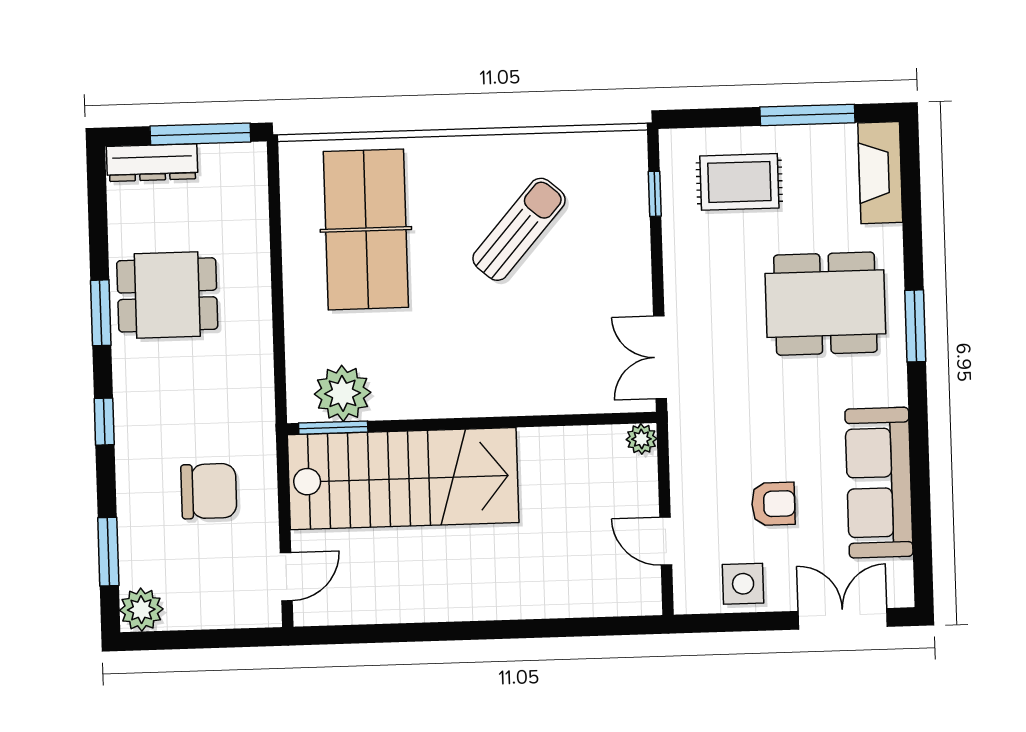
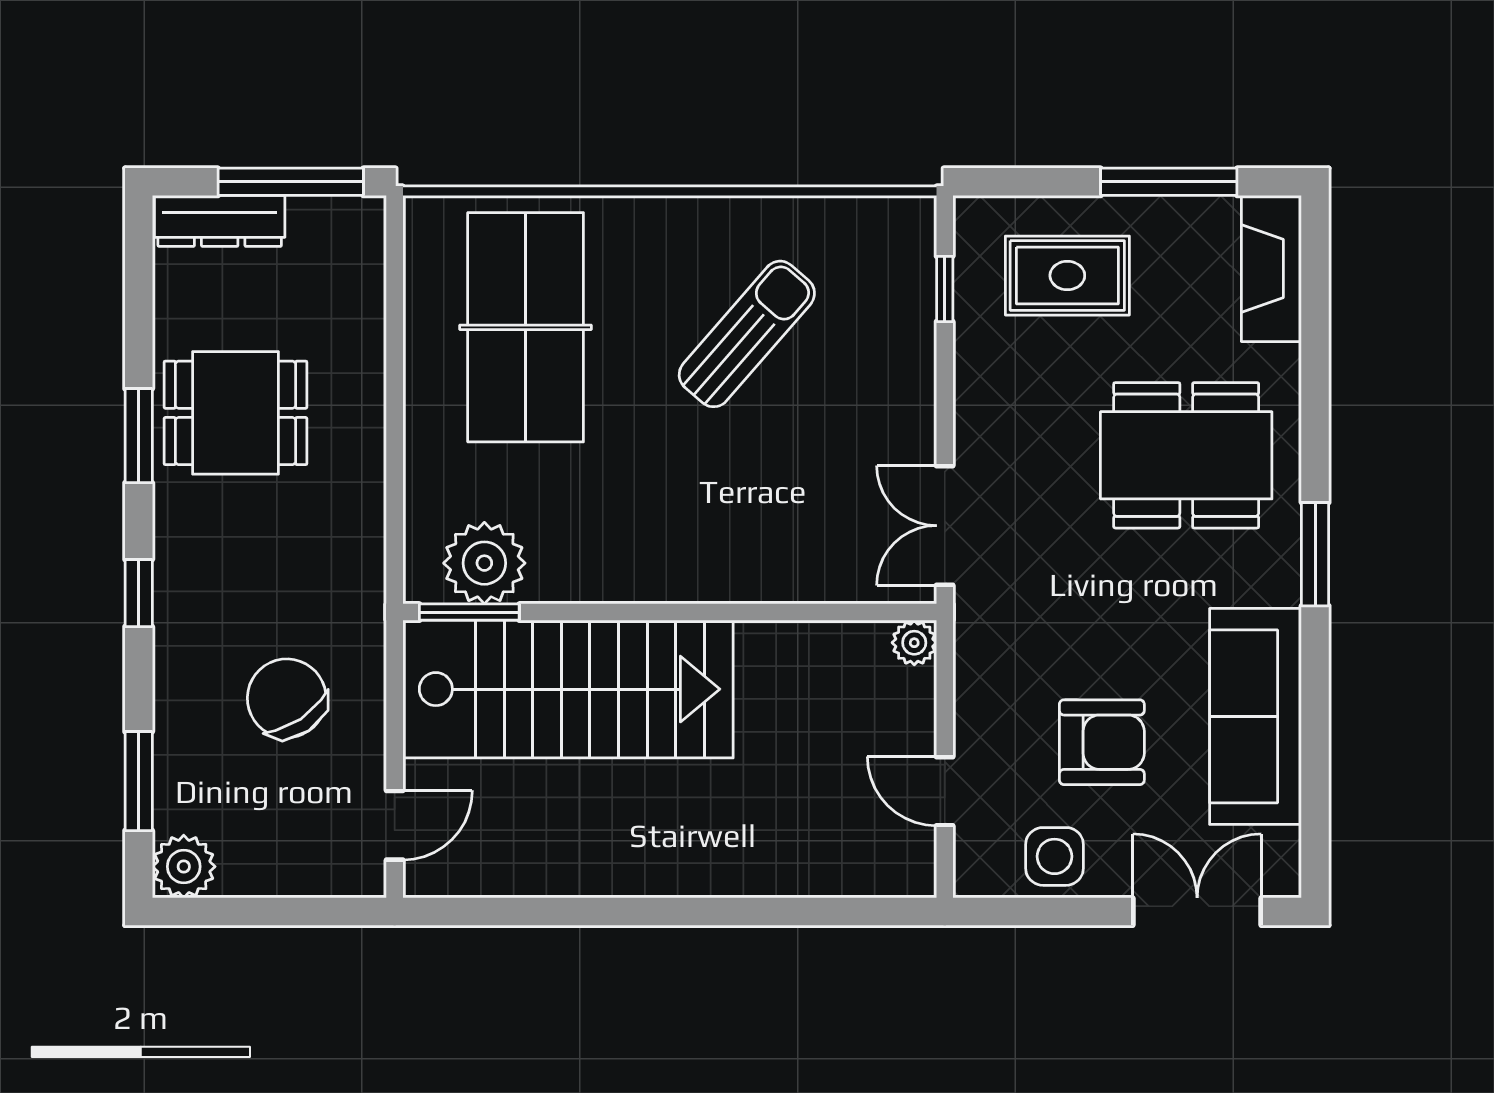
window: (915, 326) -> (1315, 554), moved
chair: (209, 491) -> (287, 698), turned -124
armchair: (773, 504) -> (1102, 742), width x1.38, depth x1.38

